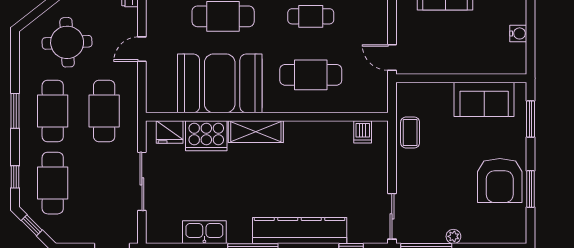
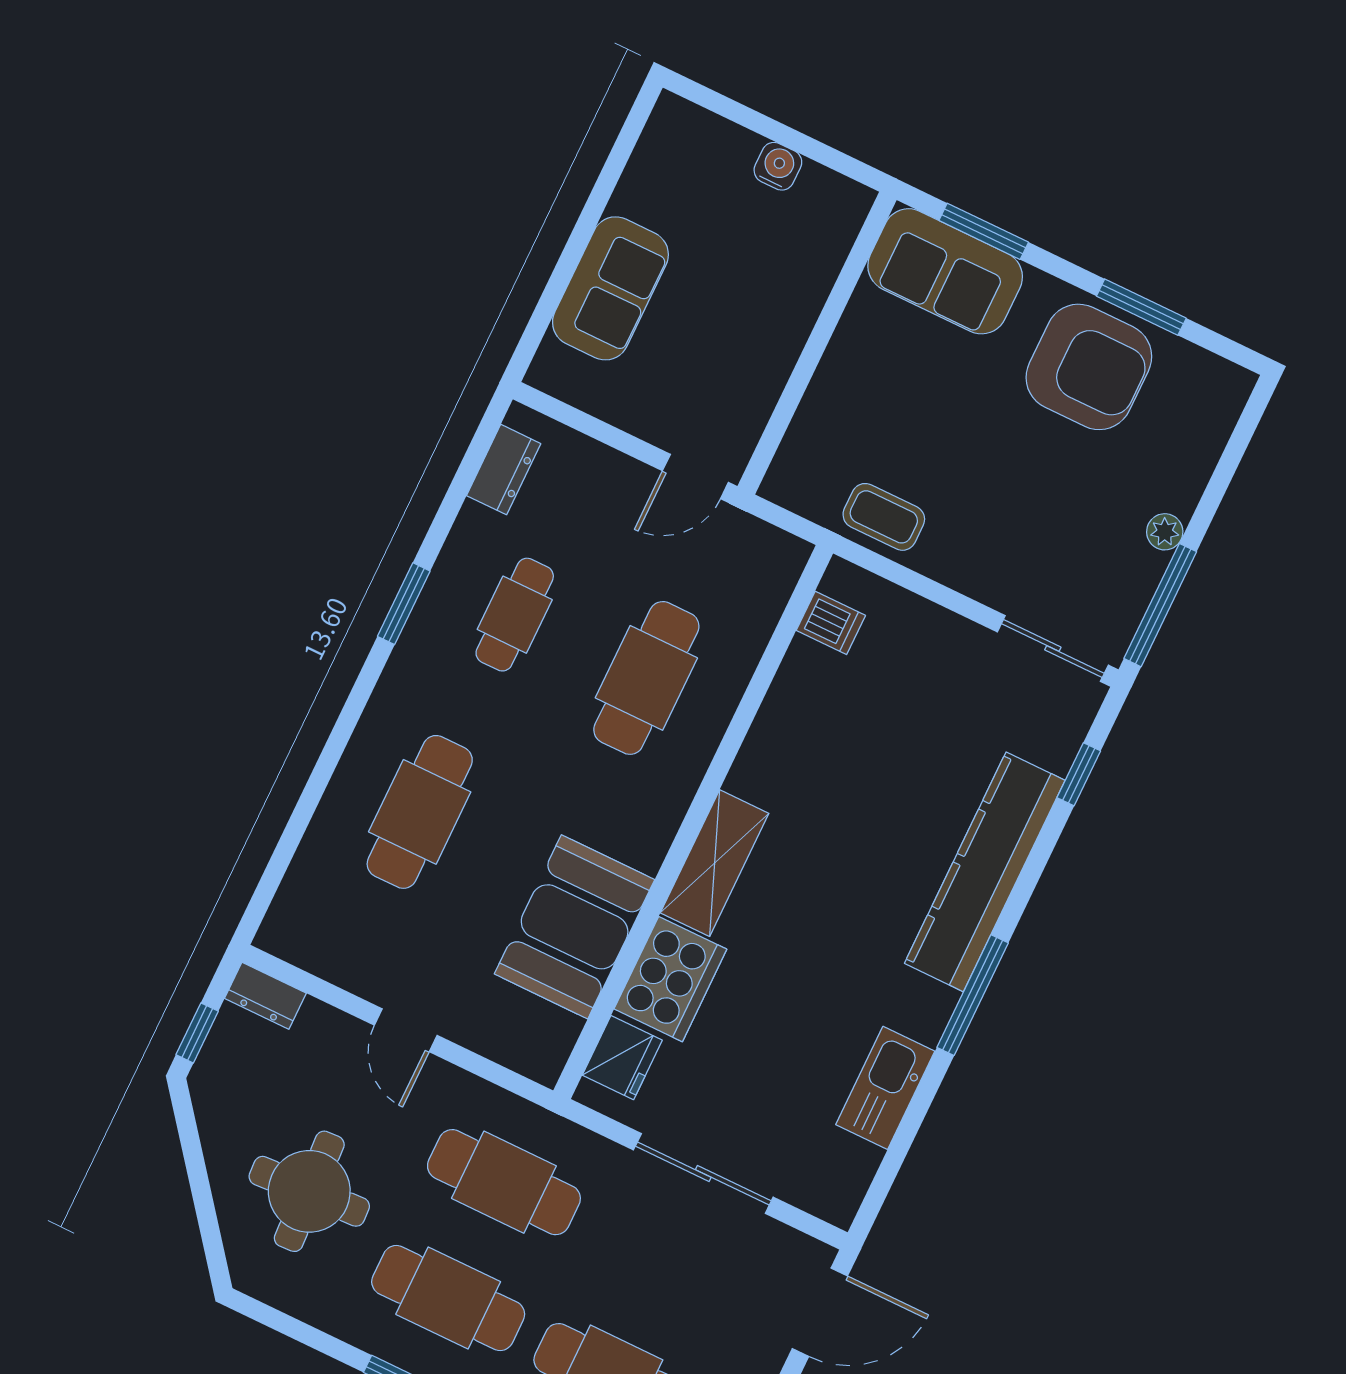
booth: (220, 83) -> (575, 927), width x0.73, depth x0.70
sofa: (484, 99) -> (945, 271), moved, turned 90

